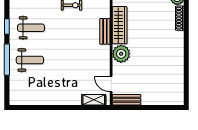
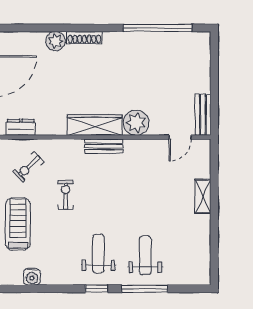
window: (186, 68) -> (158, 28), added
shelving: (94, 100) -> (203, 196), moved

